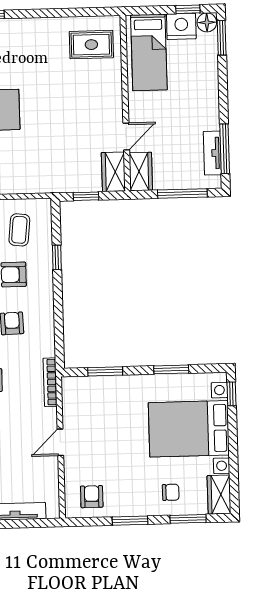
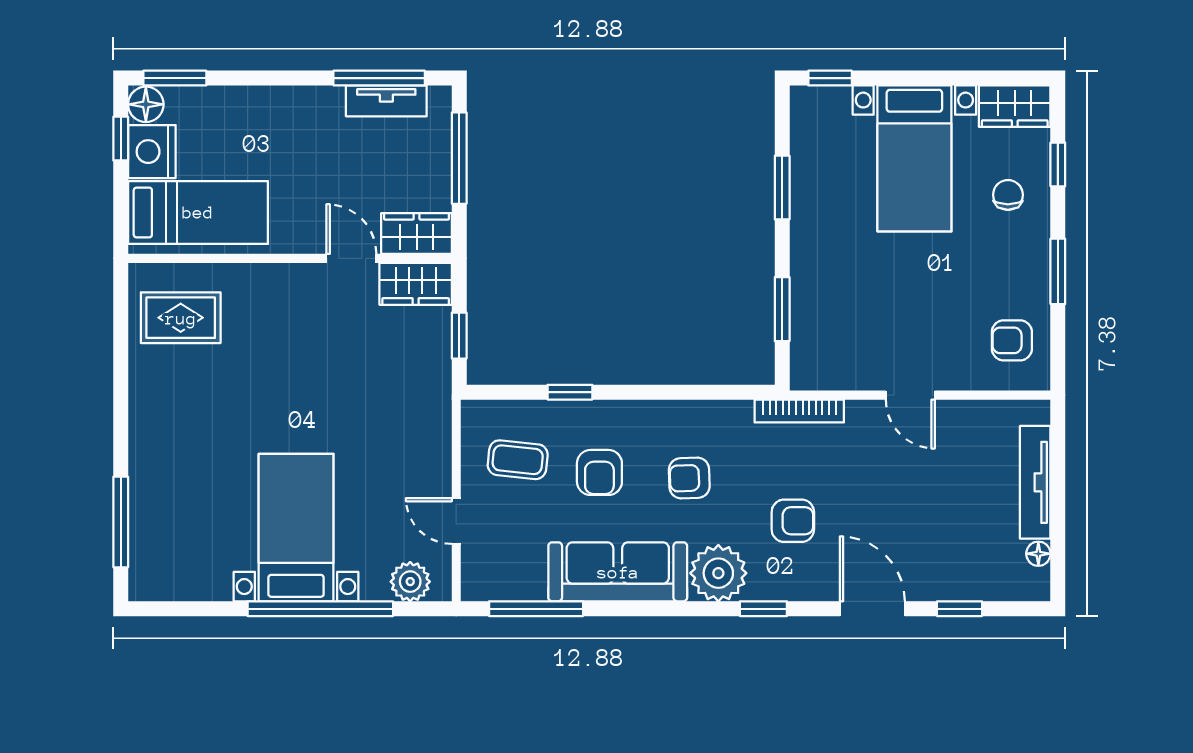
rug: (91, 45) -> (181, 318), turned 90
bed with nightstands: (189, 429) -> (914, 158), width x0.73
window: (188, 519) -> (1058, 164), width x0.67

